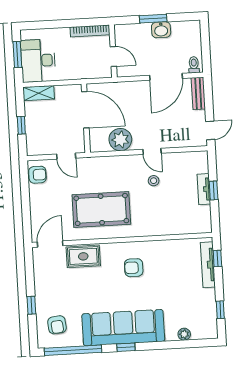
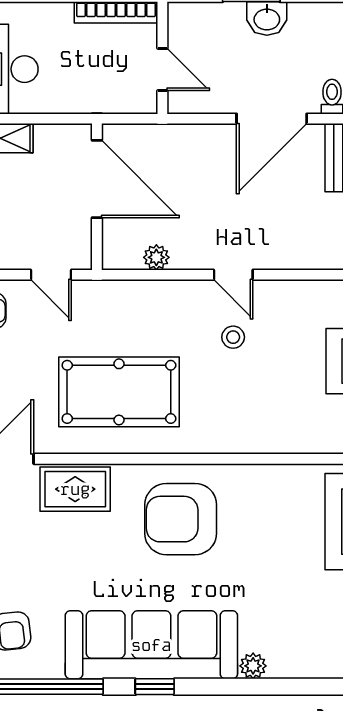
plant: (120, 140) -> (156, 257), width x0.53, depth x0.53
armchair: (134, 268) -> (181, 519), width x1.88, depth x1.88
plant: (184, 334) -> (253, 666), moved

